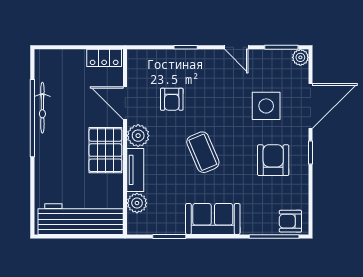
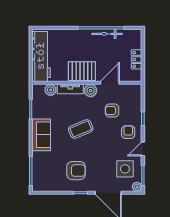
locker: (104, 58) -> (137, 59), moved
side table: (266, 106) -> (125, 169), moved
armchair: (290, 221) -> (128, 132), moved

